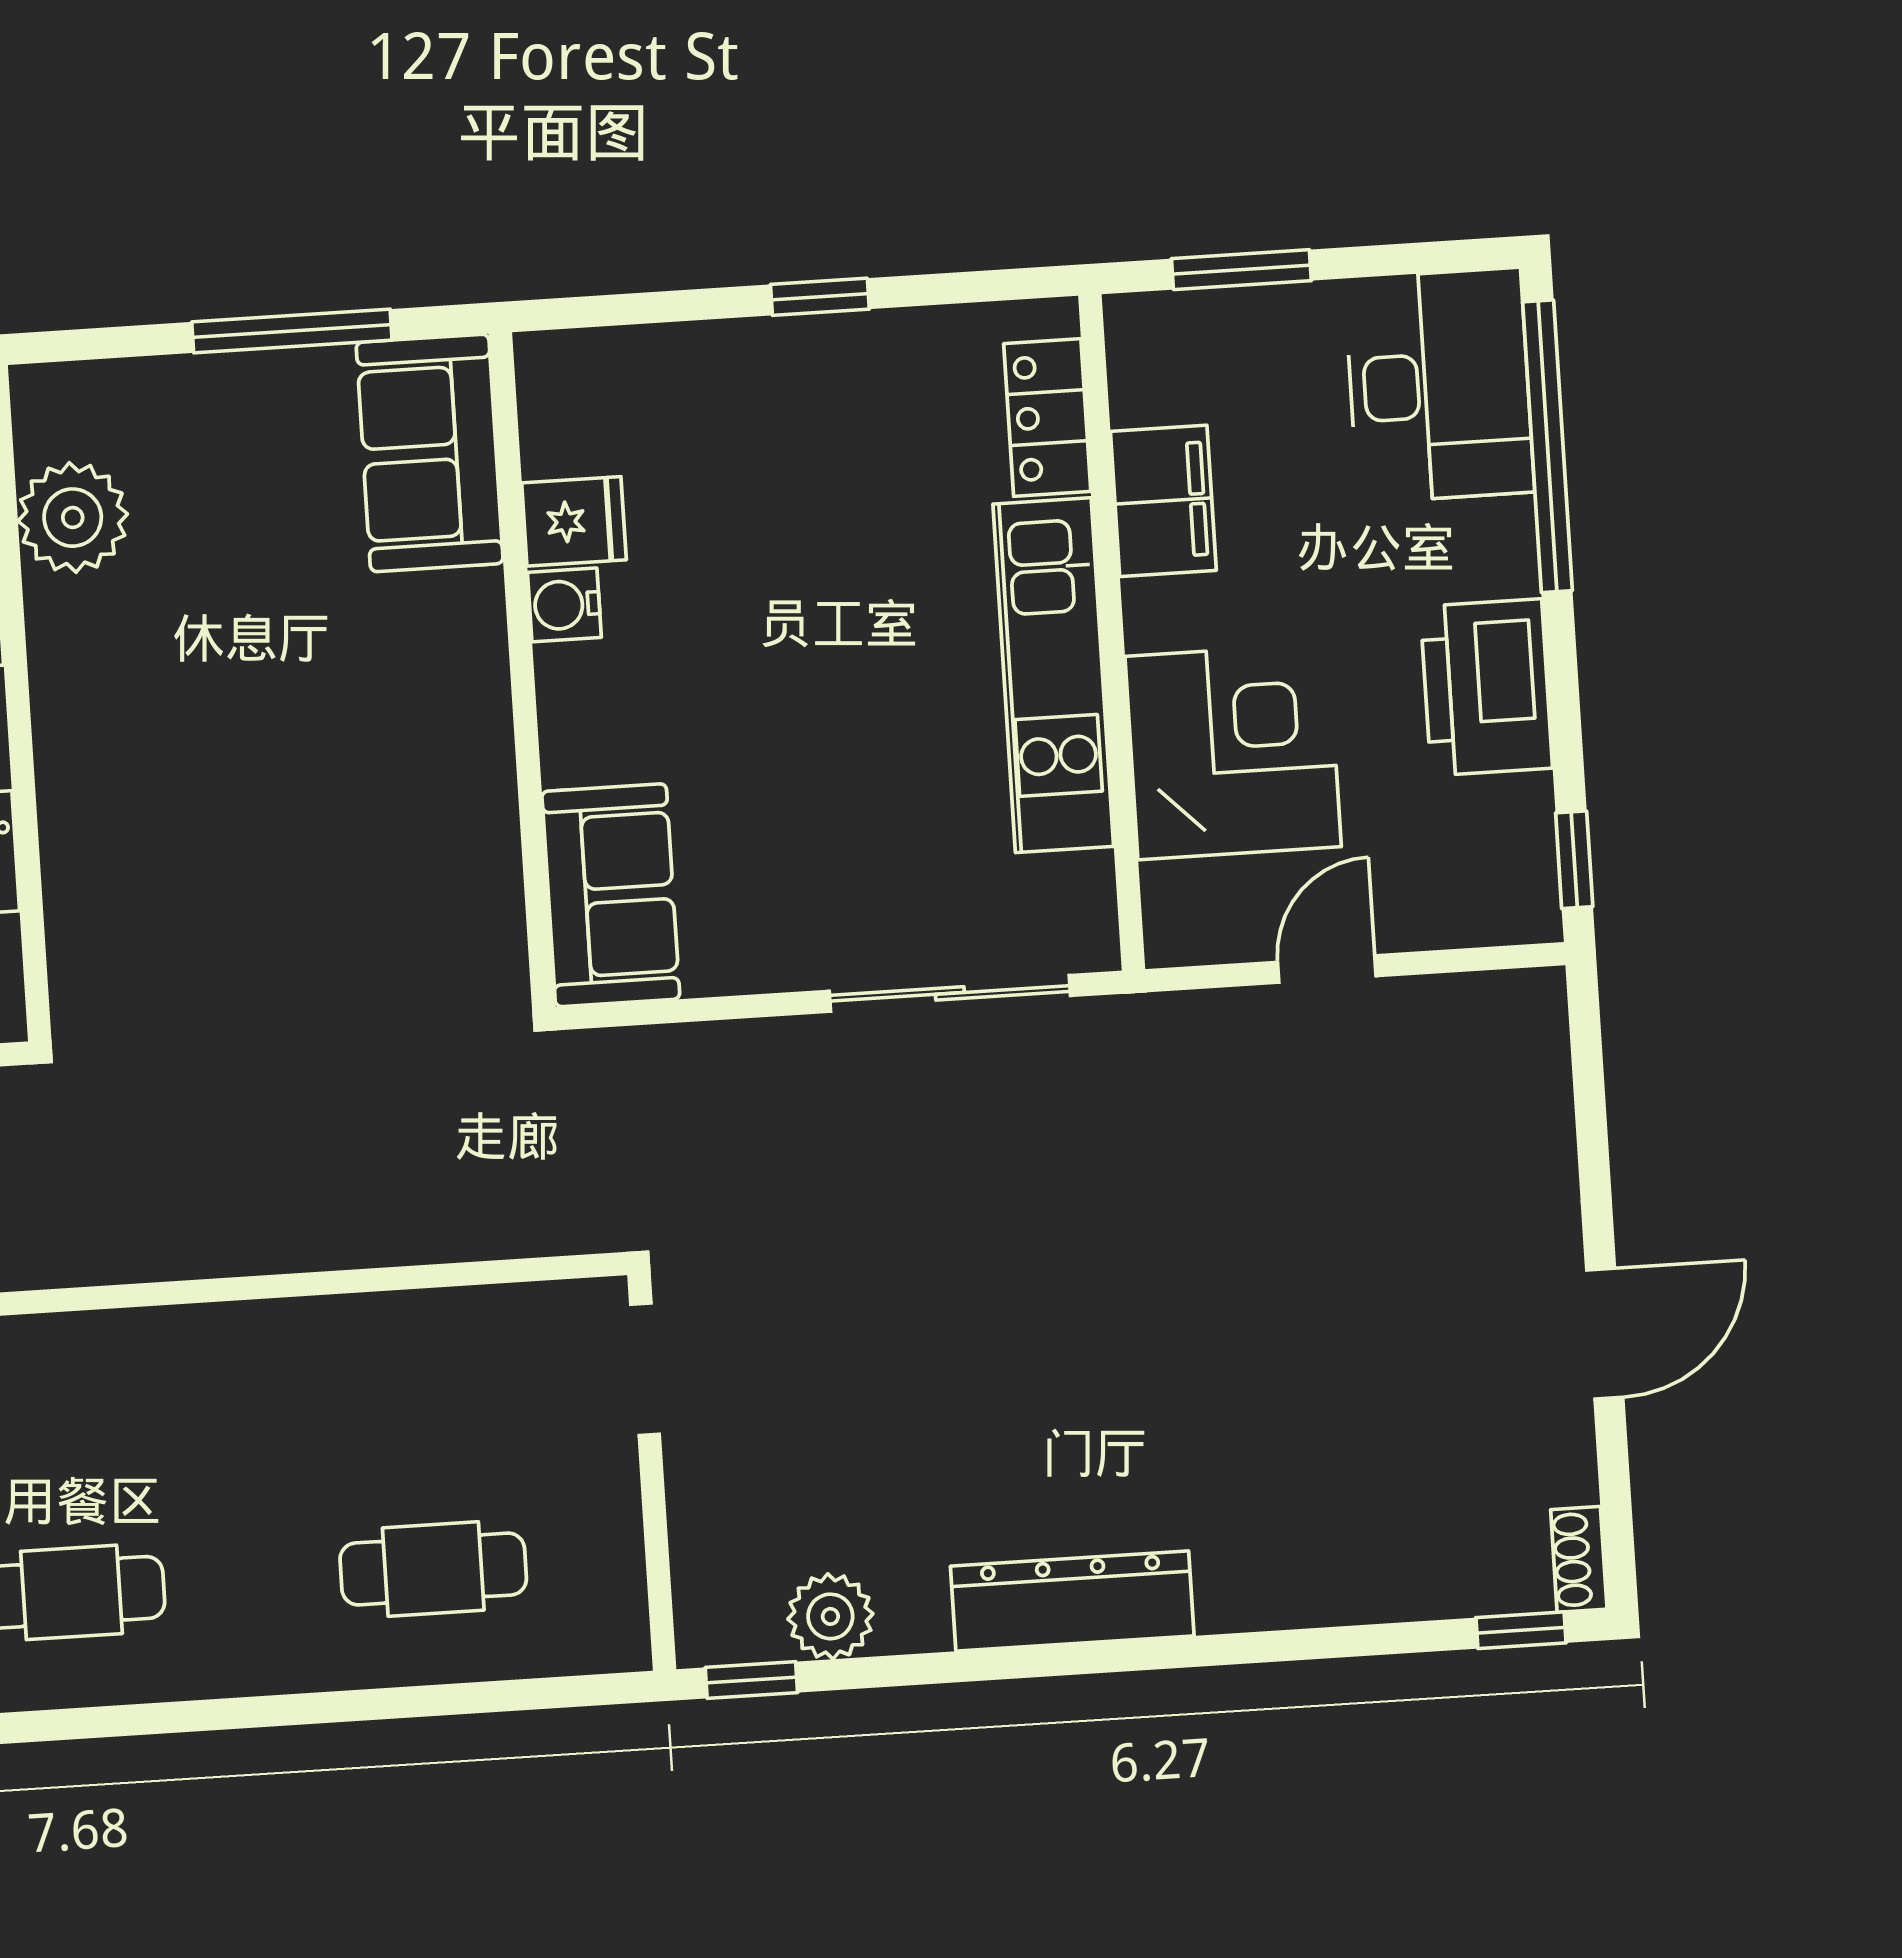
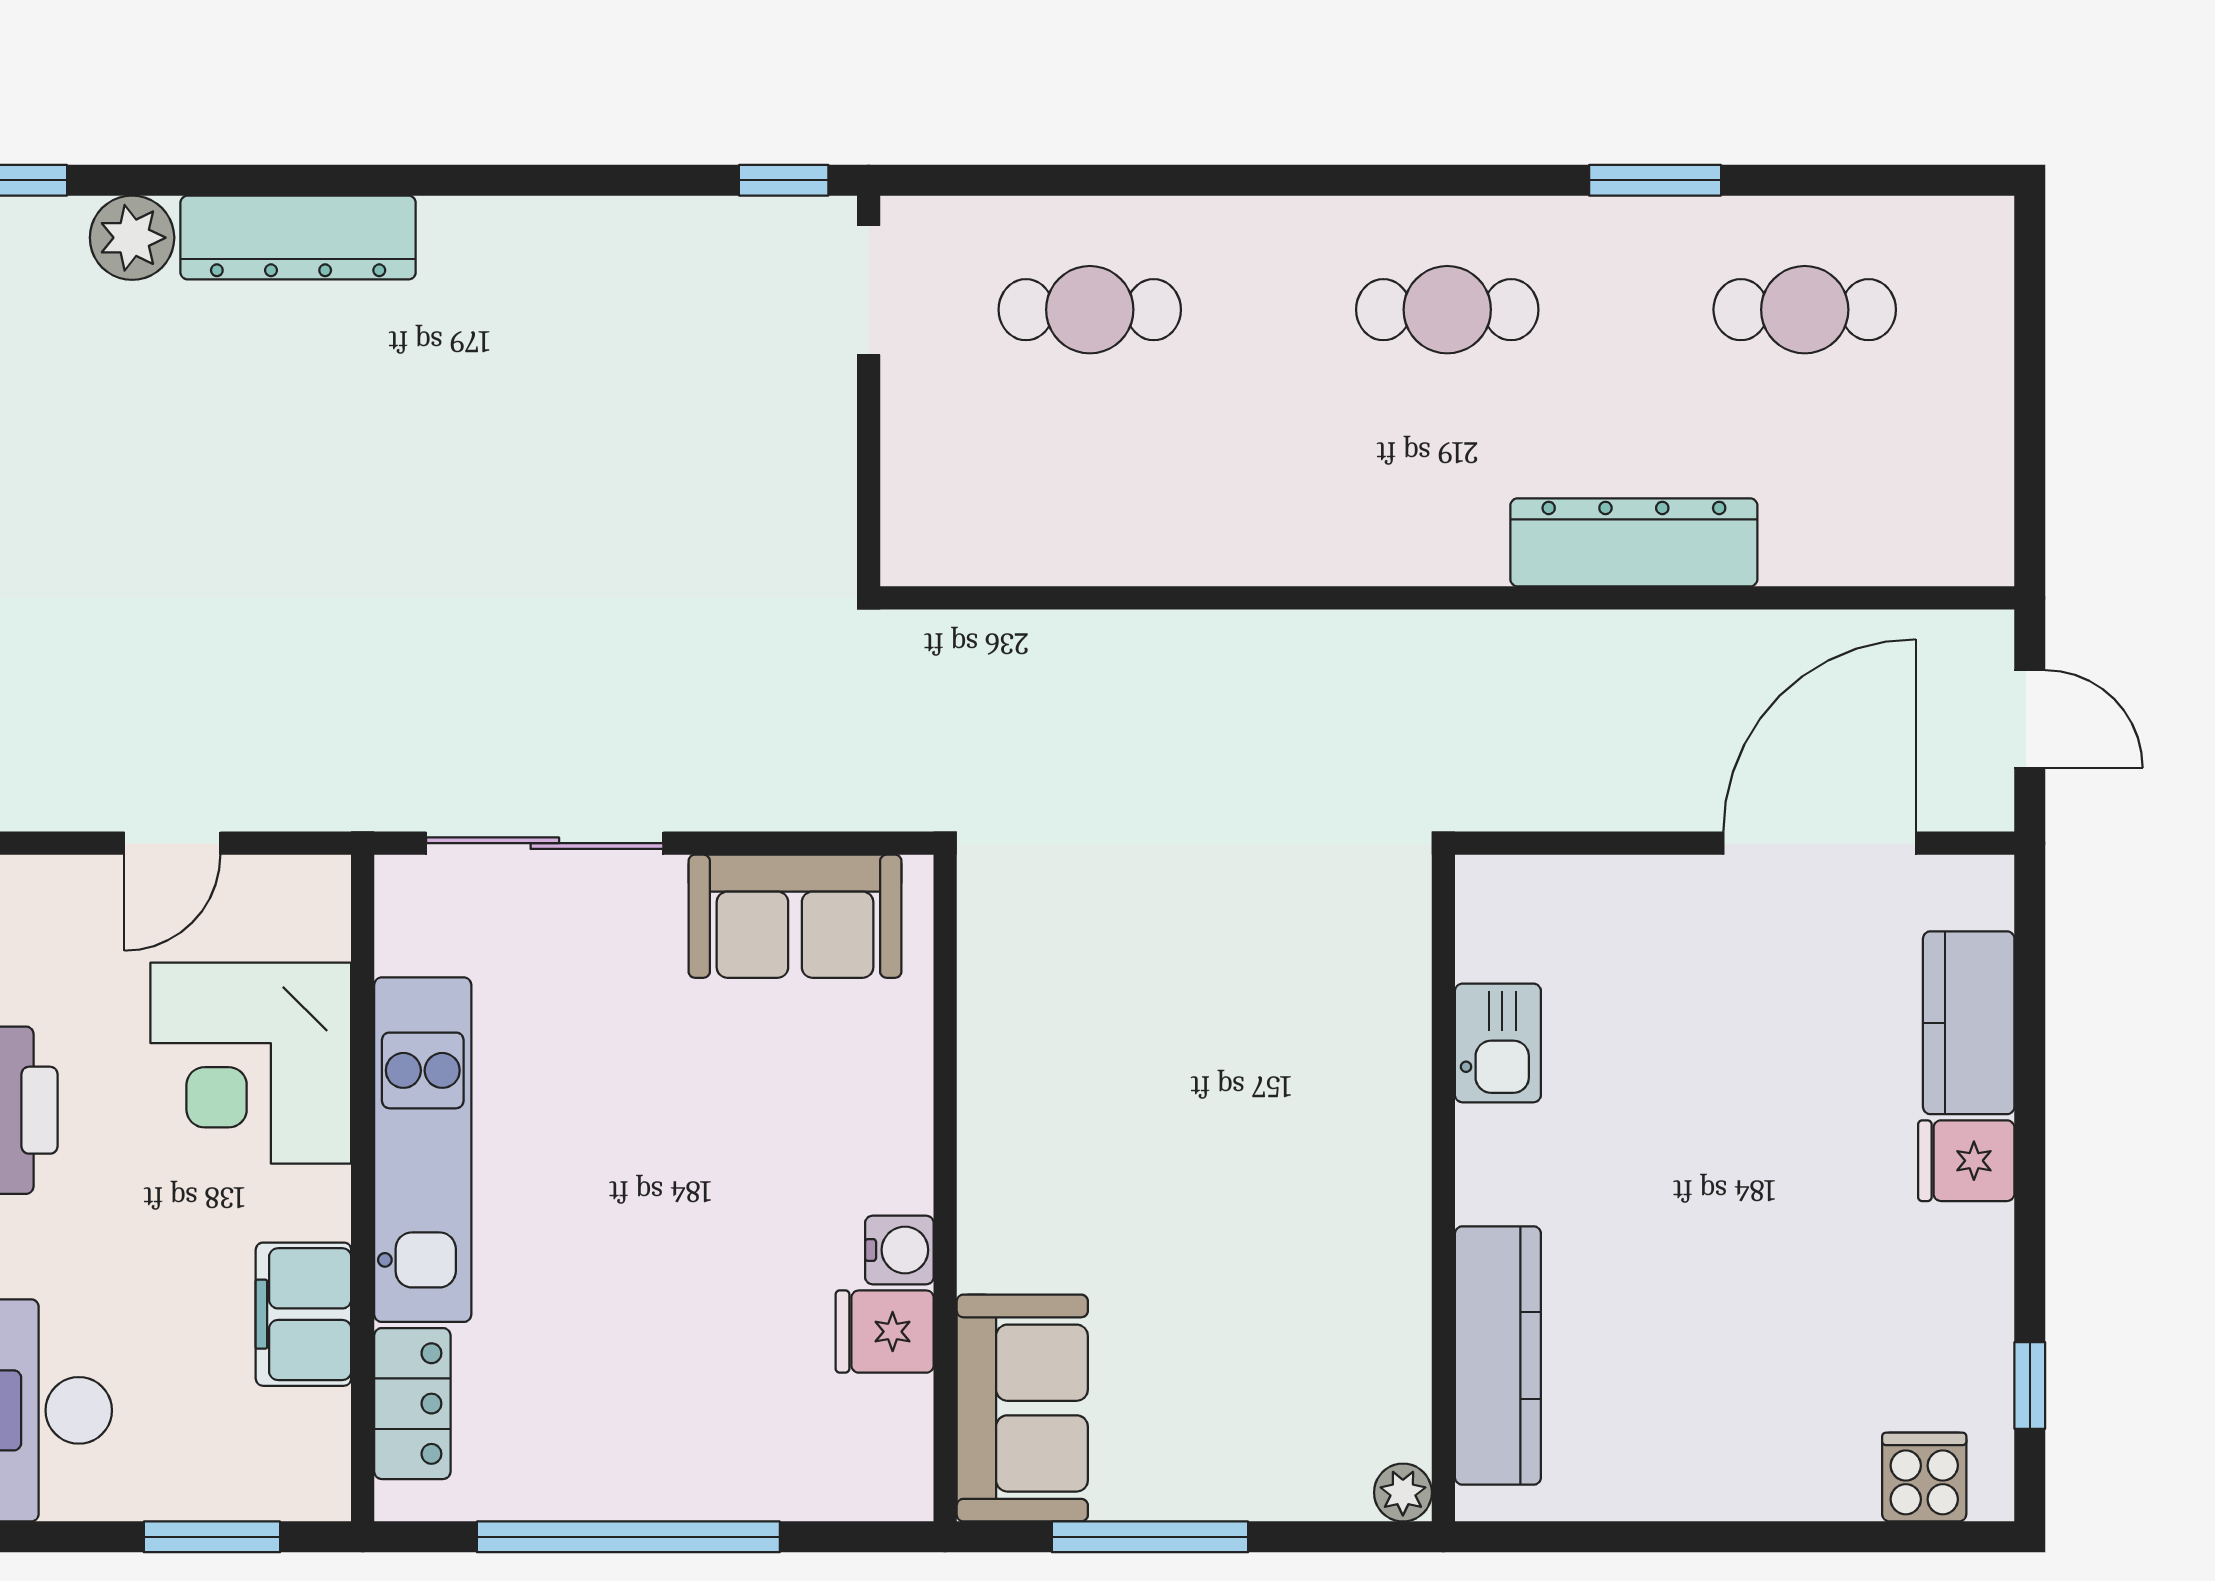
window: (820, 297) -> (628, 1537), width x3.17
plant: (73, 518) -> (1403, 1493), moved, width x0.53, depth x0.53
sofa: (611, 895) -> (795, 916), moved, turned -90
doorway: (645, 1369) -> (869, 290), moved
dresser: (1072, 1601) -> (298, 238), moved
plant: (830, 1616) -> (132, 238), moved

